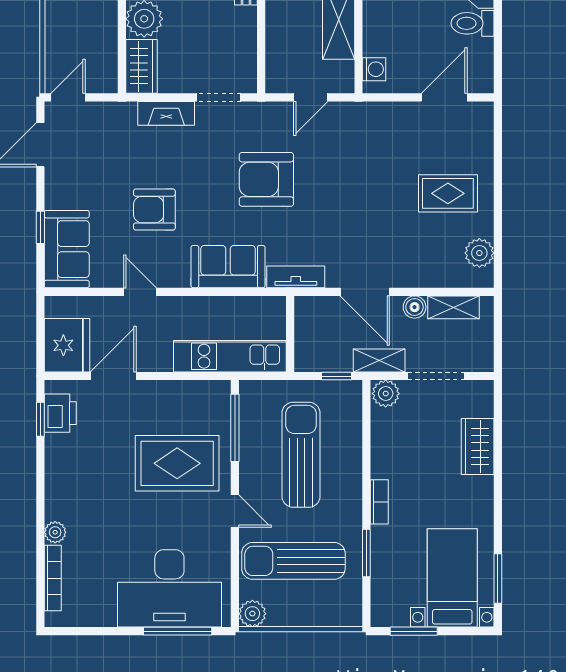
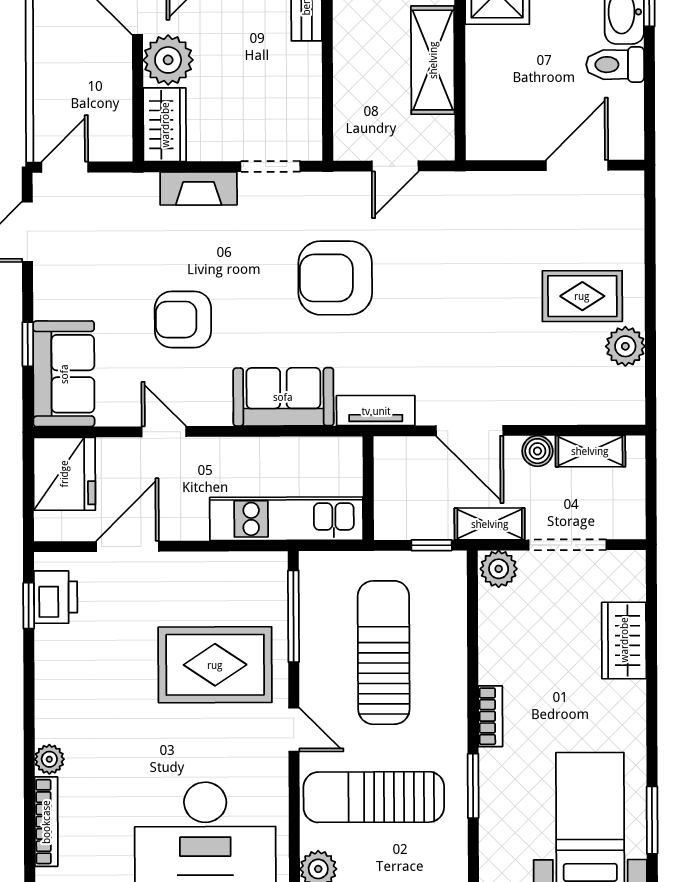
washing machine: (374, 69) -> (481, 127), removed
plant: (479, 253) -> (625, 346), moved
fridge: (67, 345) -> (64, 474), moved

